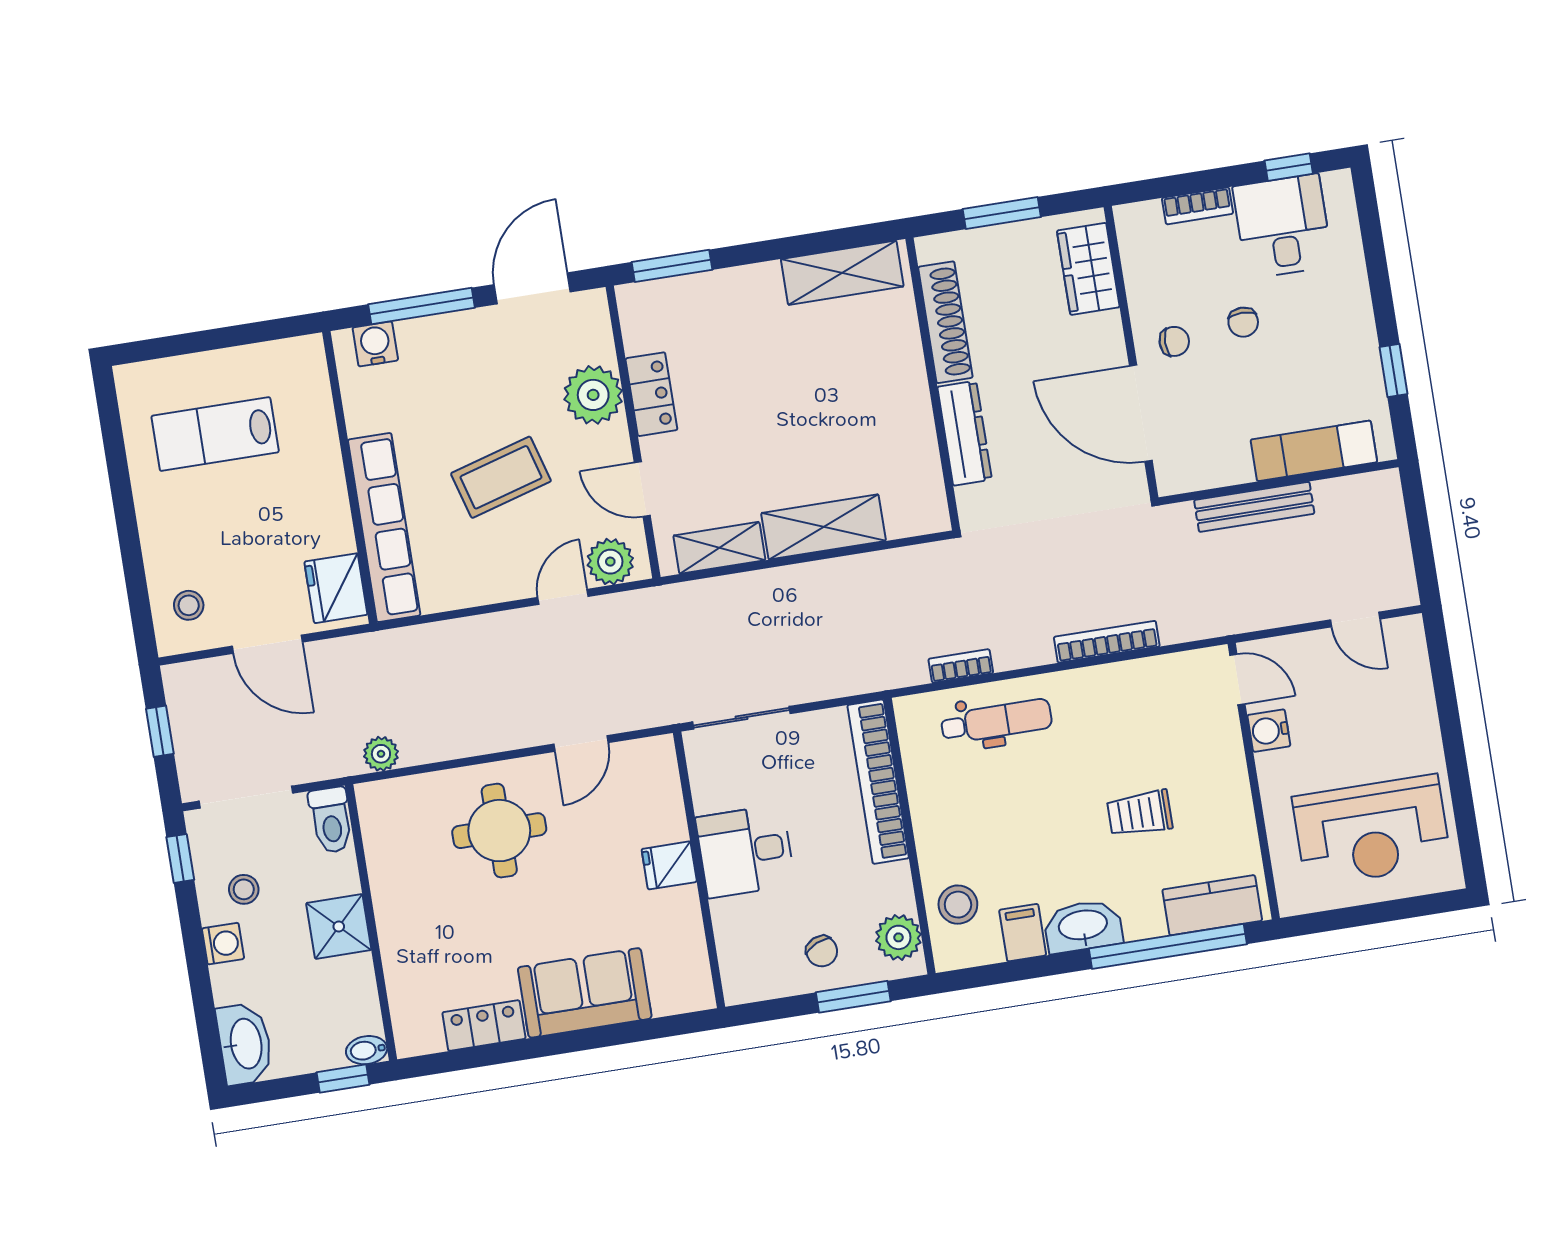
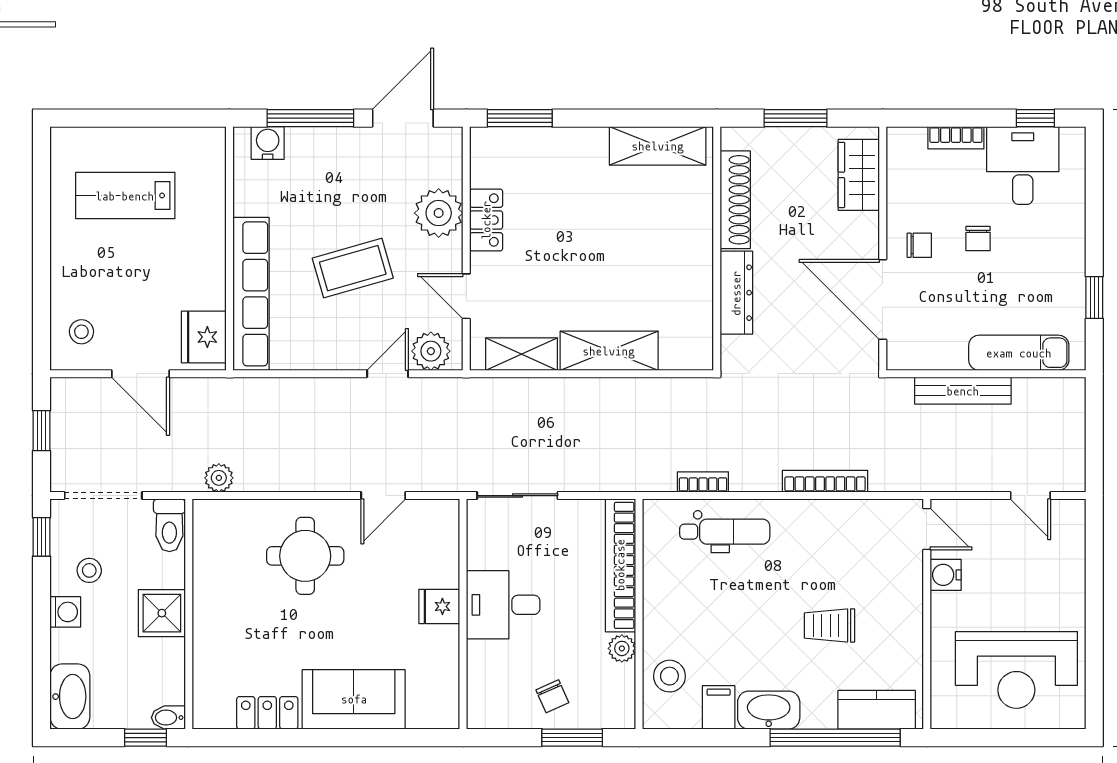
plant: (898, 937) -> (622, 648), moved, width x0.73, depth x0.73

